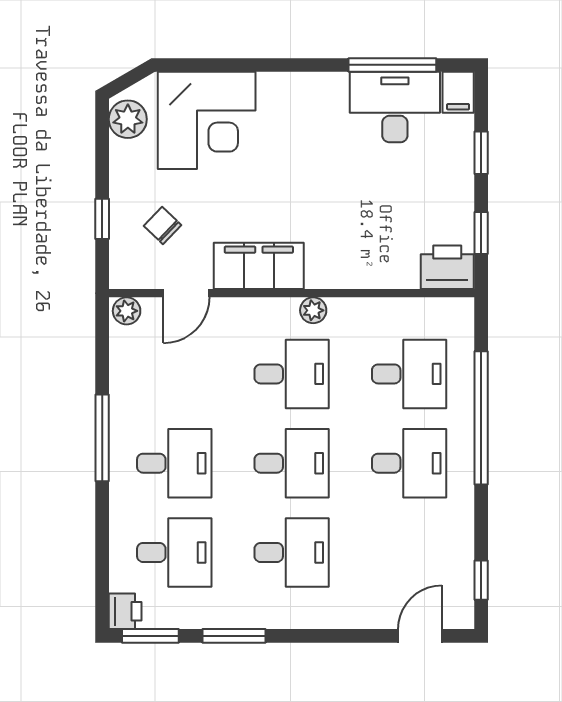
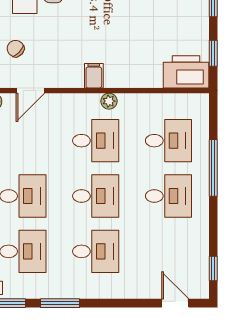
filing cabinet: (259, 266) -> (94, 76), width x0.33, depth x0.86
printer: (447, 267) -> (186, 72), width x1.37, depth x1.19
window: (481, 418) -> (213, 168), width x0.68
door: (420, 636) -> (175, 303), hinge flipped

